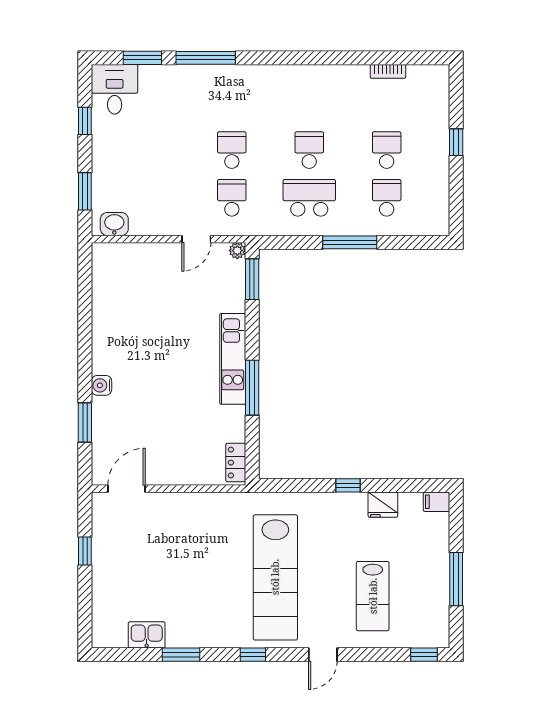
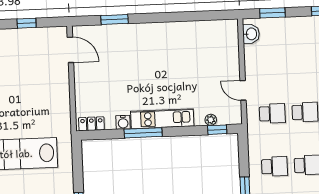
school desk: (309, 198) -> (274, 166), width x0.54
plant: (237, 251) -> (211, 120), moved
window: (252, 279) -> (217, 130), width x0.67
water cooler: (101, 385) -> (123, 122), moved, turned 180

